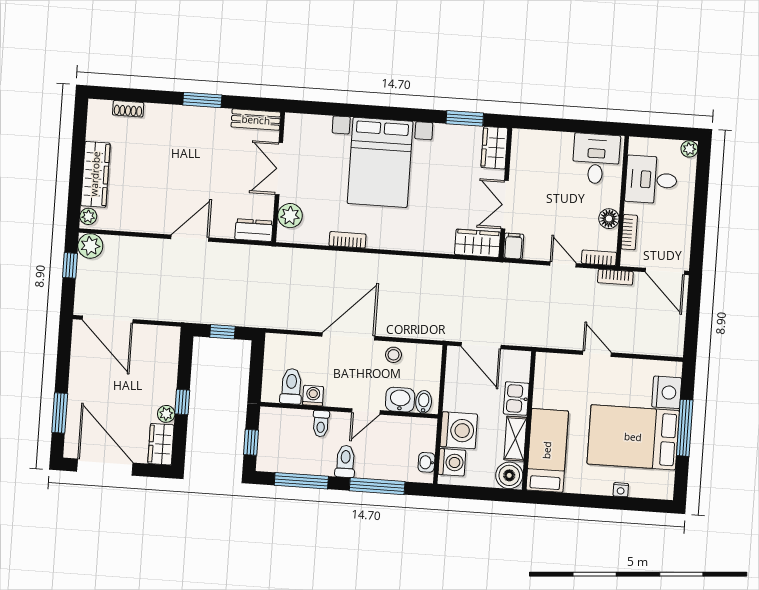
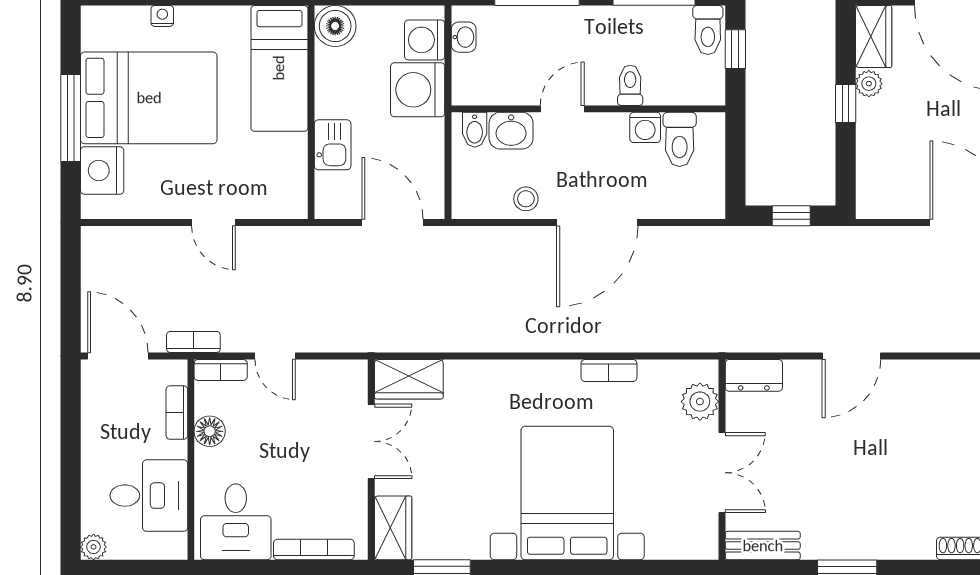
bookcase: (547, 137) -> (314, 549), added
filing cabinet: (513, 246) -> (353, 379), removed
shelving: (515, 439) -> (330, 83), removed
toilet: (345, 461) -> (708, 30), moved

